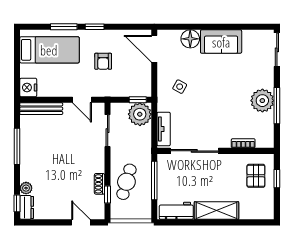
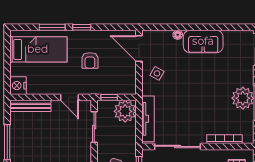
floor lamp: (190, 39) -> (178, 35), width x0.53, depth x0.53
side table: (180, 87) -> (157, 73), moved
window: (138, 100) -> (109, 97), moved
tv unit: (164, 129) -> (148, 119), width x1.41
bookcase: (243, 143) -> (224, 139), width x1.56

